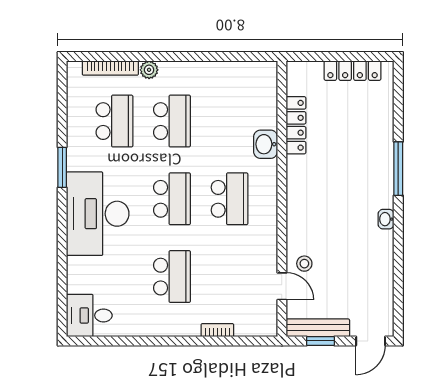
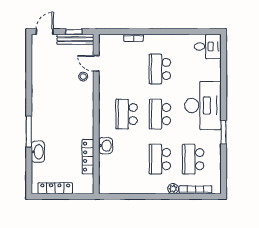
washbasin: (386, 219) -> (38, 152), moved, width x1.91, depth x1.45

